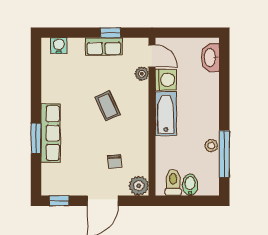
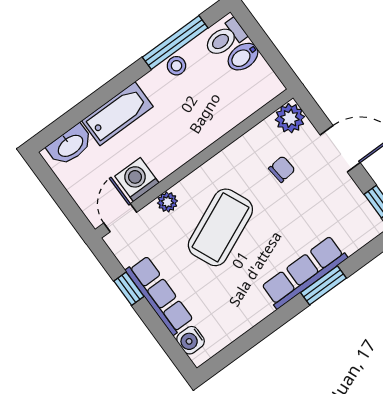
row of seats: (104, 46) -> (159, 295), width x1.48
plant: (142, 74) -> (167, 202), moved
coffee table: (107, 106) -> (220, 227), width x1.86, depth x1.72
bathtub: (166, 114) -> (117, 114), moved, turned 180
toilet: (173, 182) -> (225, 38), moved

